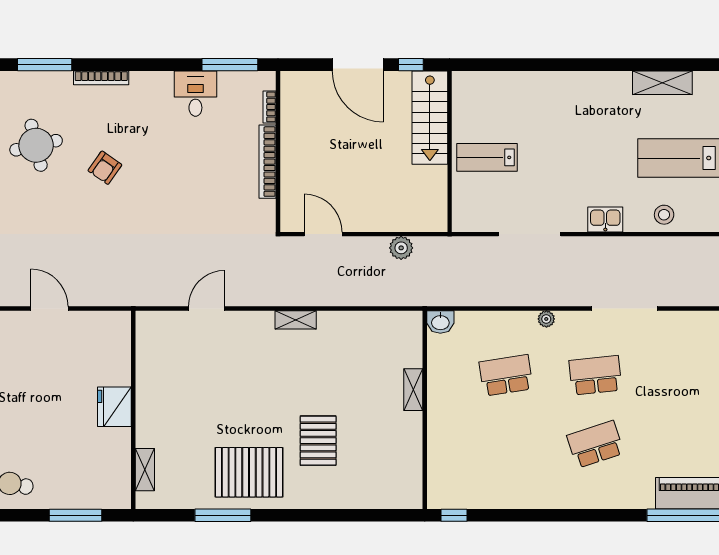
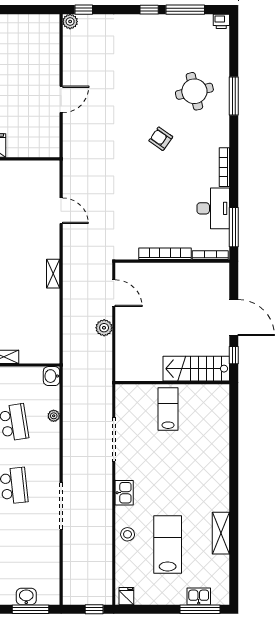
door: (358, 65) -> (234, 318), swing flipped
bookcase: (101, 78) -> (224, 167), moved
desk: (195, 94) -> (213, 208), width x1.37
bookcase: (269, 107) -> (210, 255), width x1.56
round table: (36, 145) -> (194, 91), moved
door: (323, 234) -> (114, 293), hinge flipped
plant: (401, 248) -> (104, 328), moved
plant: (546, 319) -> (54, 416), moved

